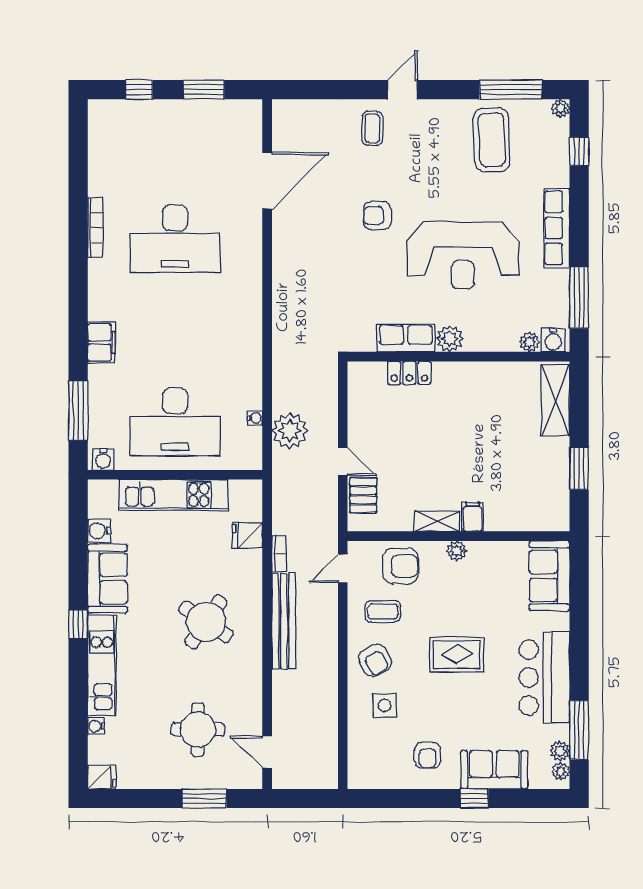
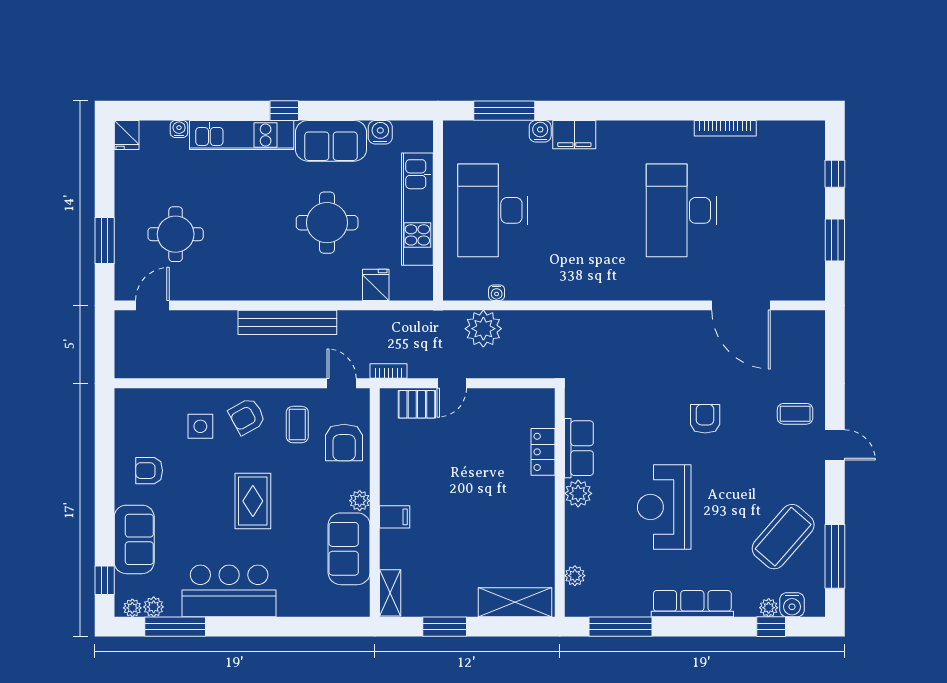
plant: (561, 108) -> (769, 608), moved
coffee table: (492, 140) -> (783, 537), turned -47
bookcase: (95, 228) -> (725, 128), moved
reception desk: (463, 255) -> (664, 507), width x0.74, depth x0.77
water cooler: (553, 340) -> (792, 605), moved, turned -90
water cooler: (103, 459) -> (540, 131), moved, turned 90
shelving: (437, 521) -> (390, 593), moved
bookcase: (279, 553) -> (389, 371), moved, turned 180
sofa: (549, 576) -> (349, 549), moved, turned -90
round table: (206, 622) -> (327, 223), moved, turned -34
window: (474, 798) -> (105, 580), moved

